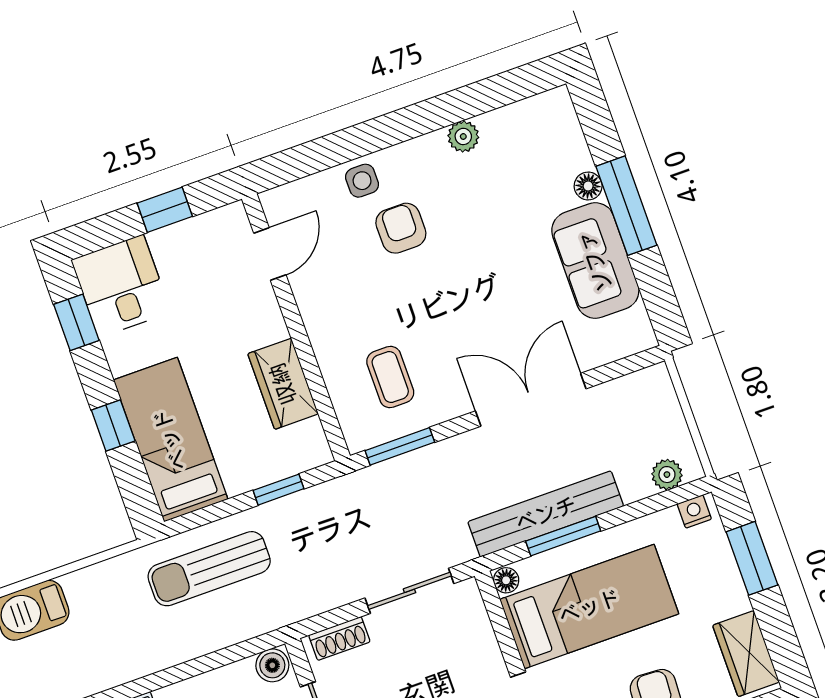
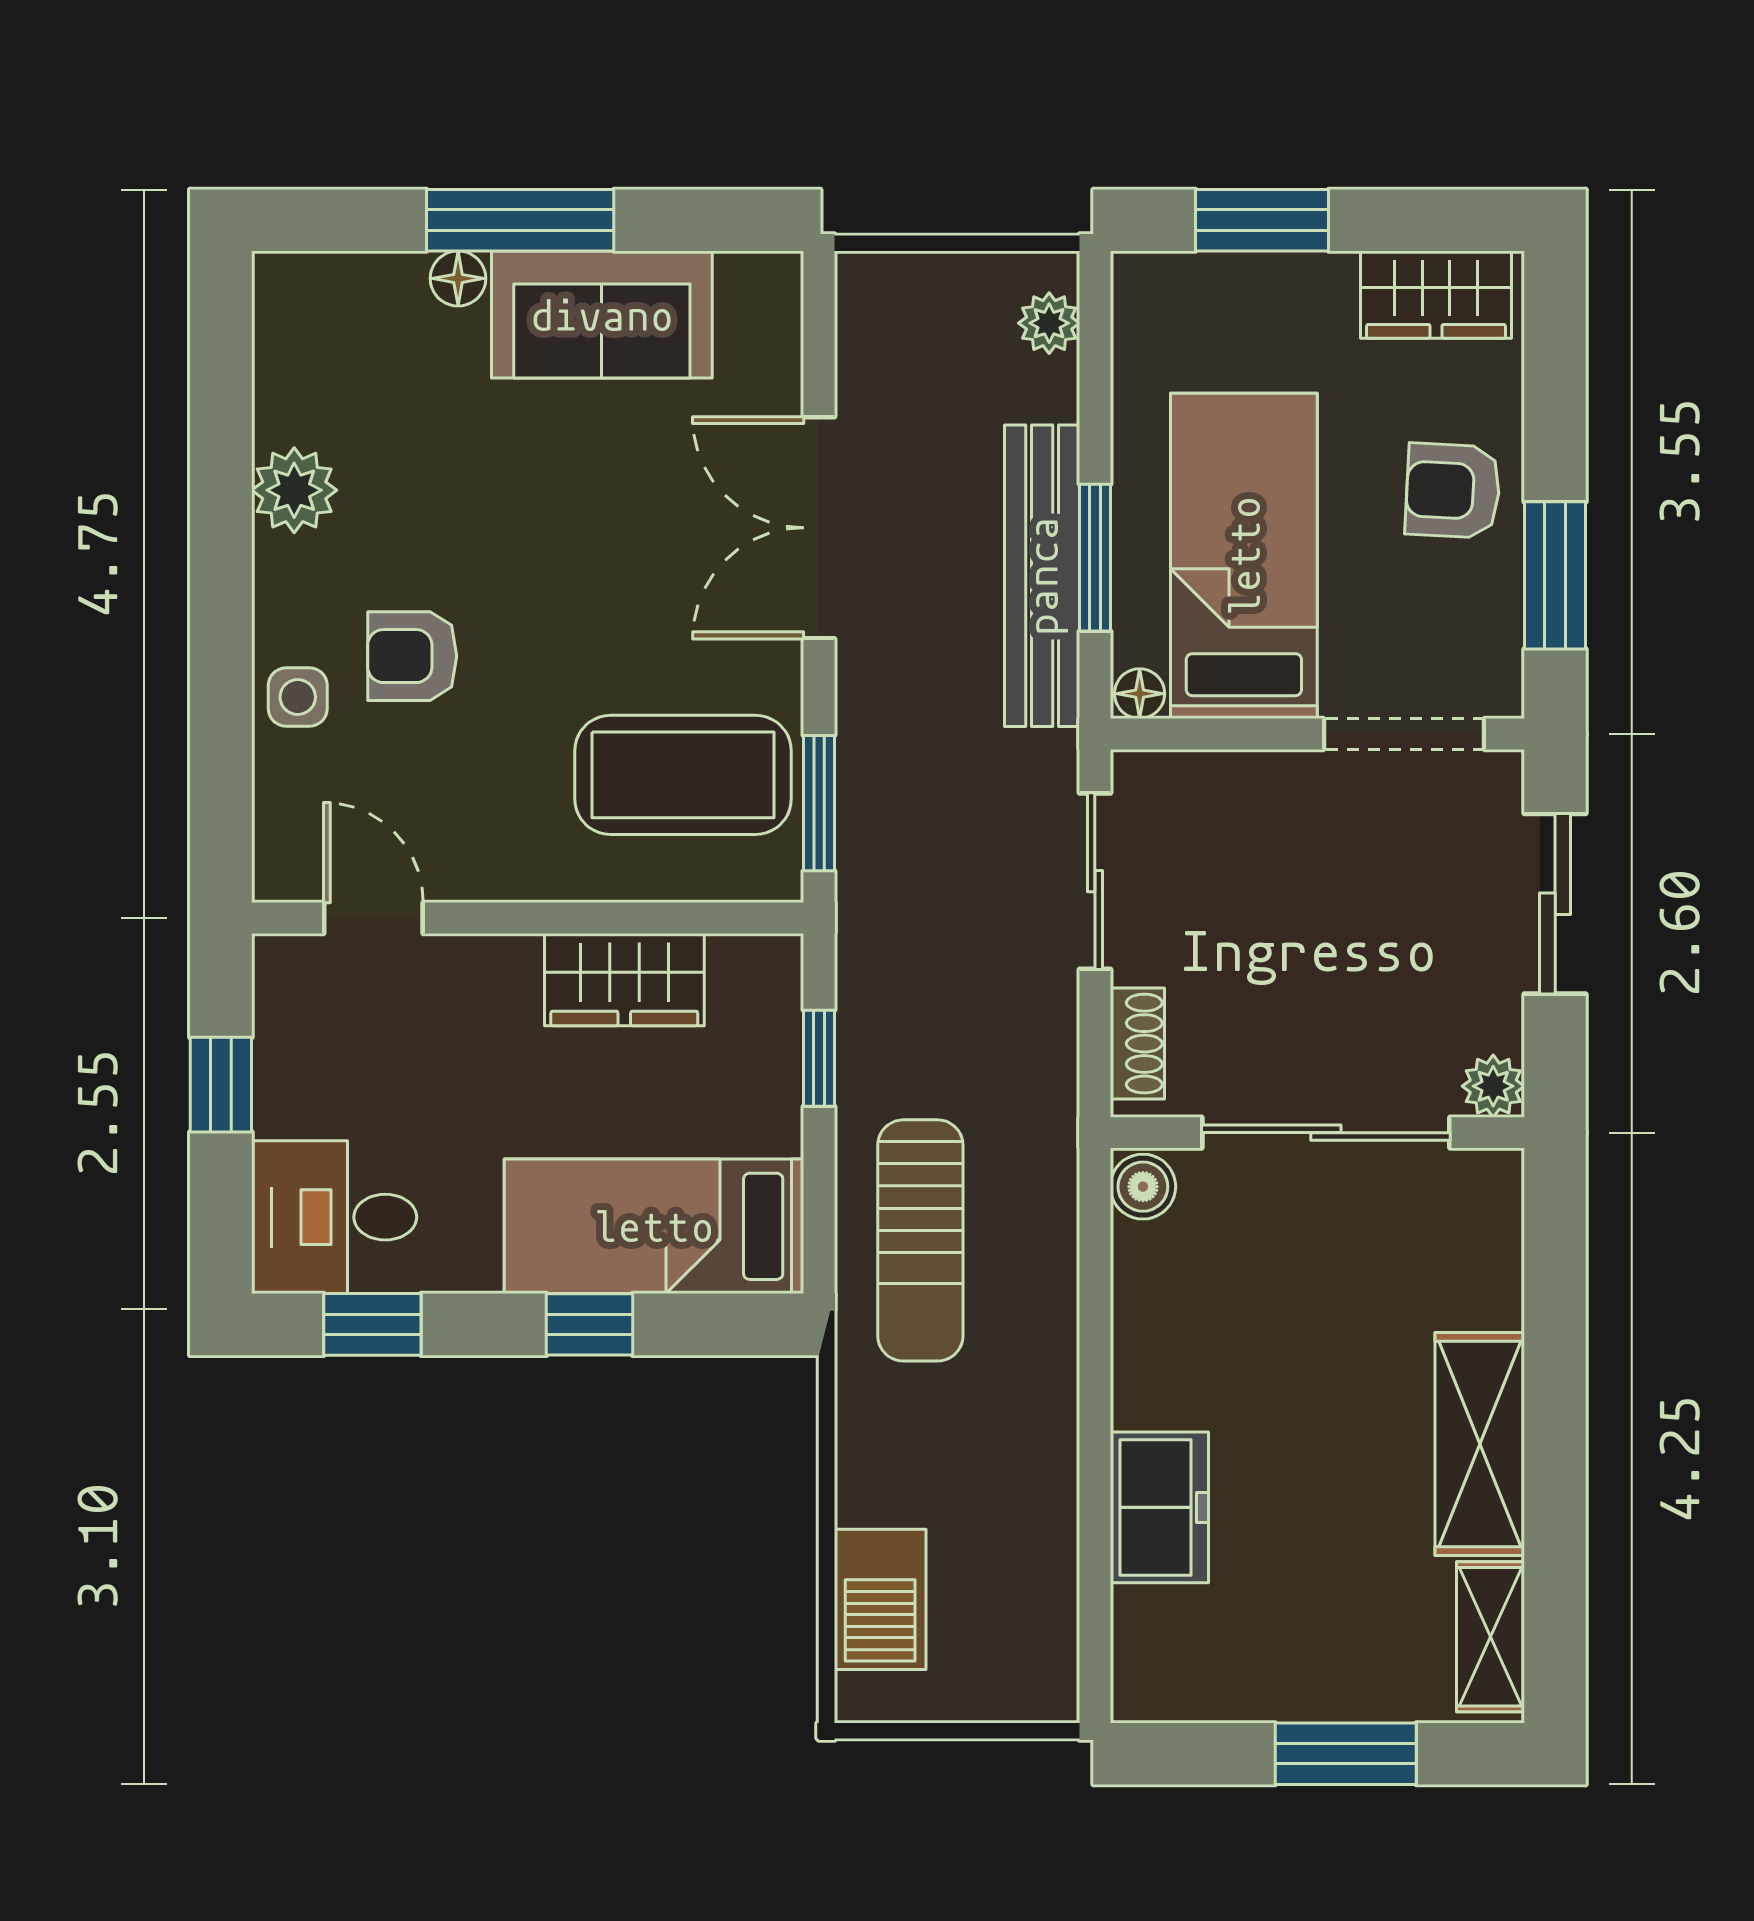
plant: (463, 136) -> (294, 490), width x1.38, depth x1.38
coffee table: (390, 377) -> (683, 775), width x1.86, depth x1.72
nightstand: (694, 511) -> (1136, 297), removed

